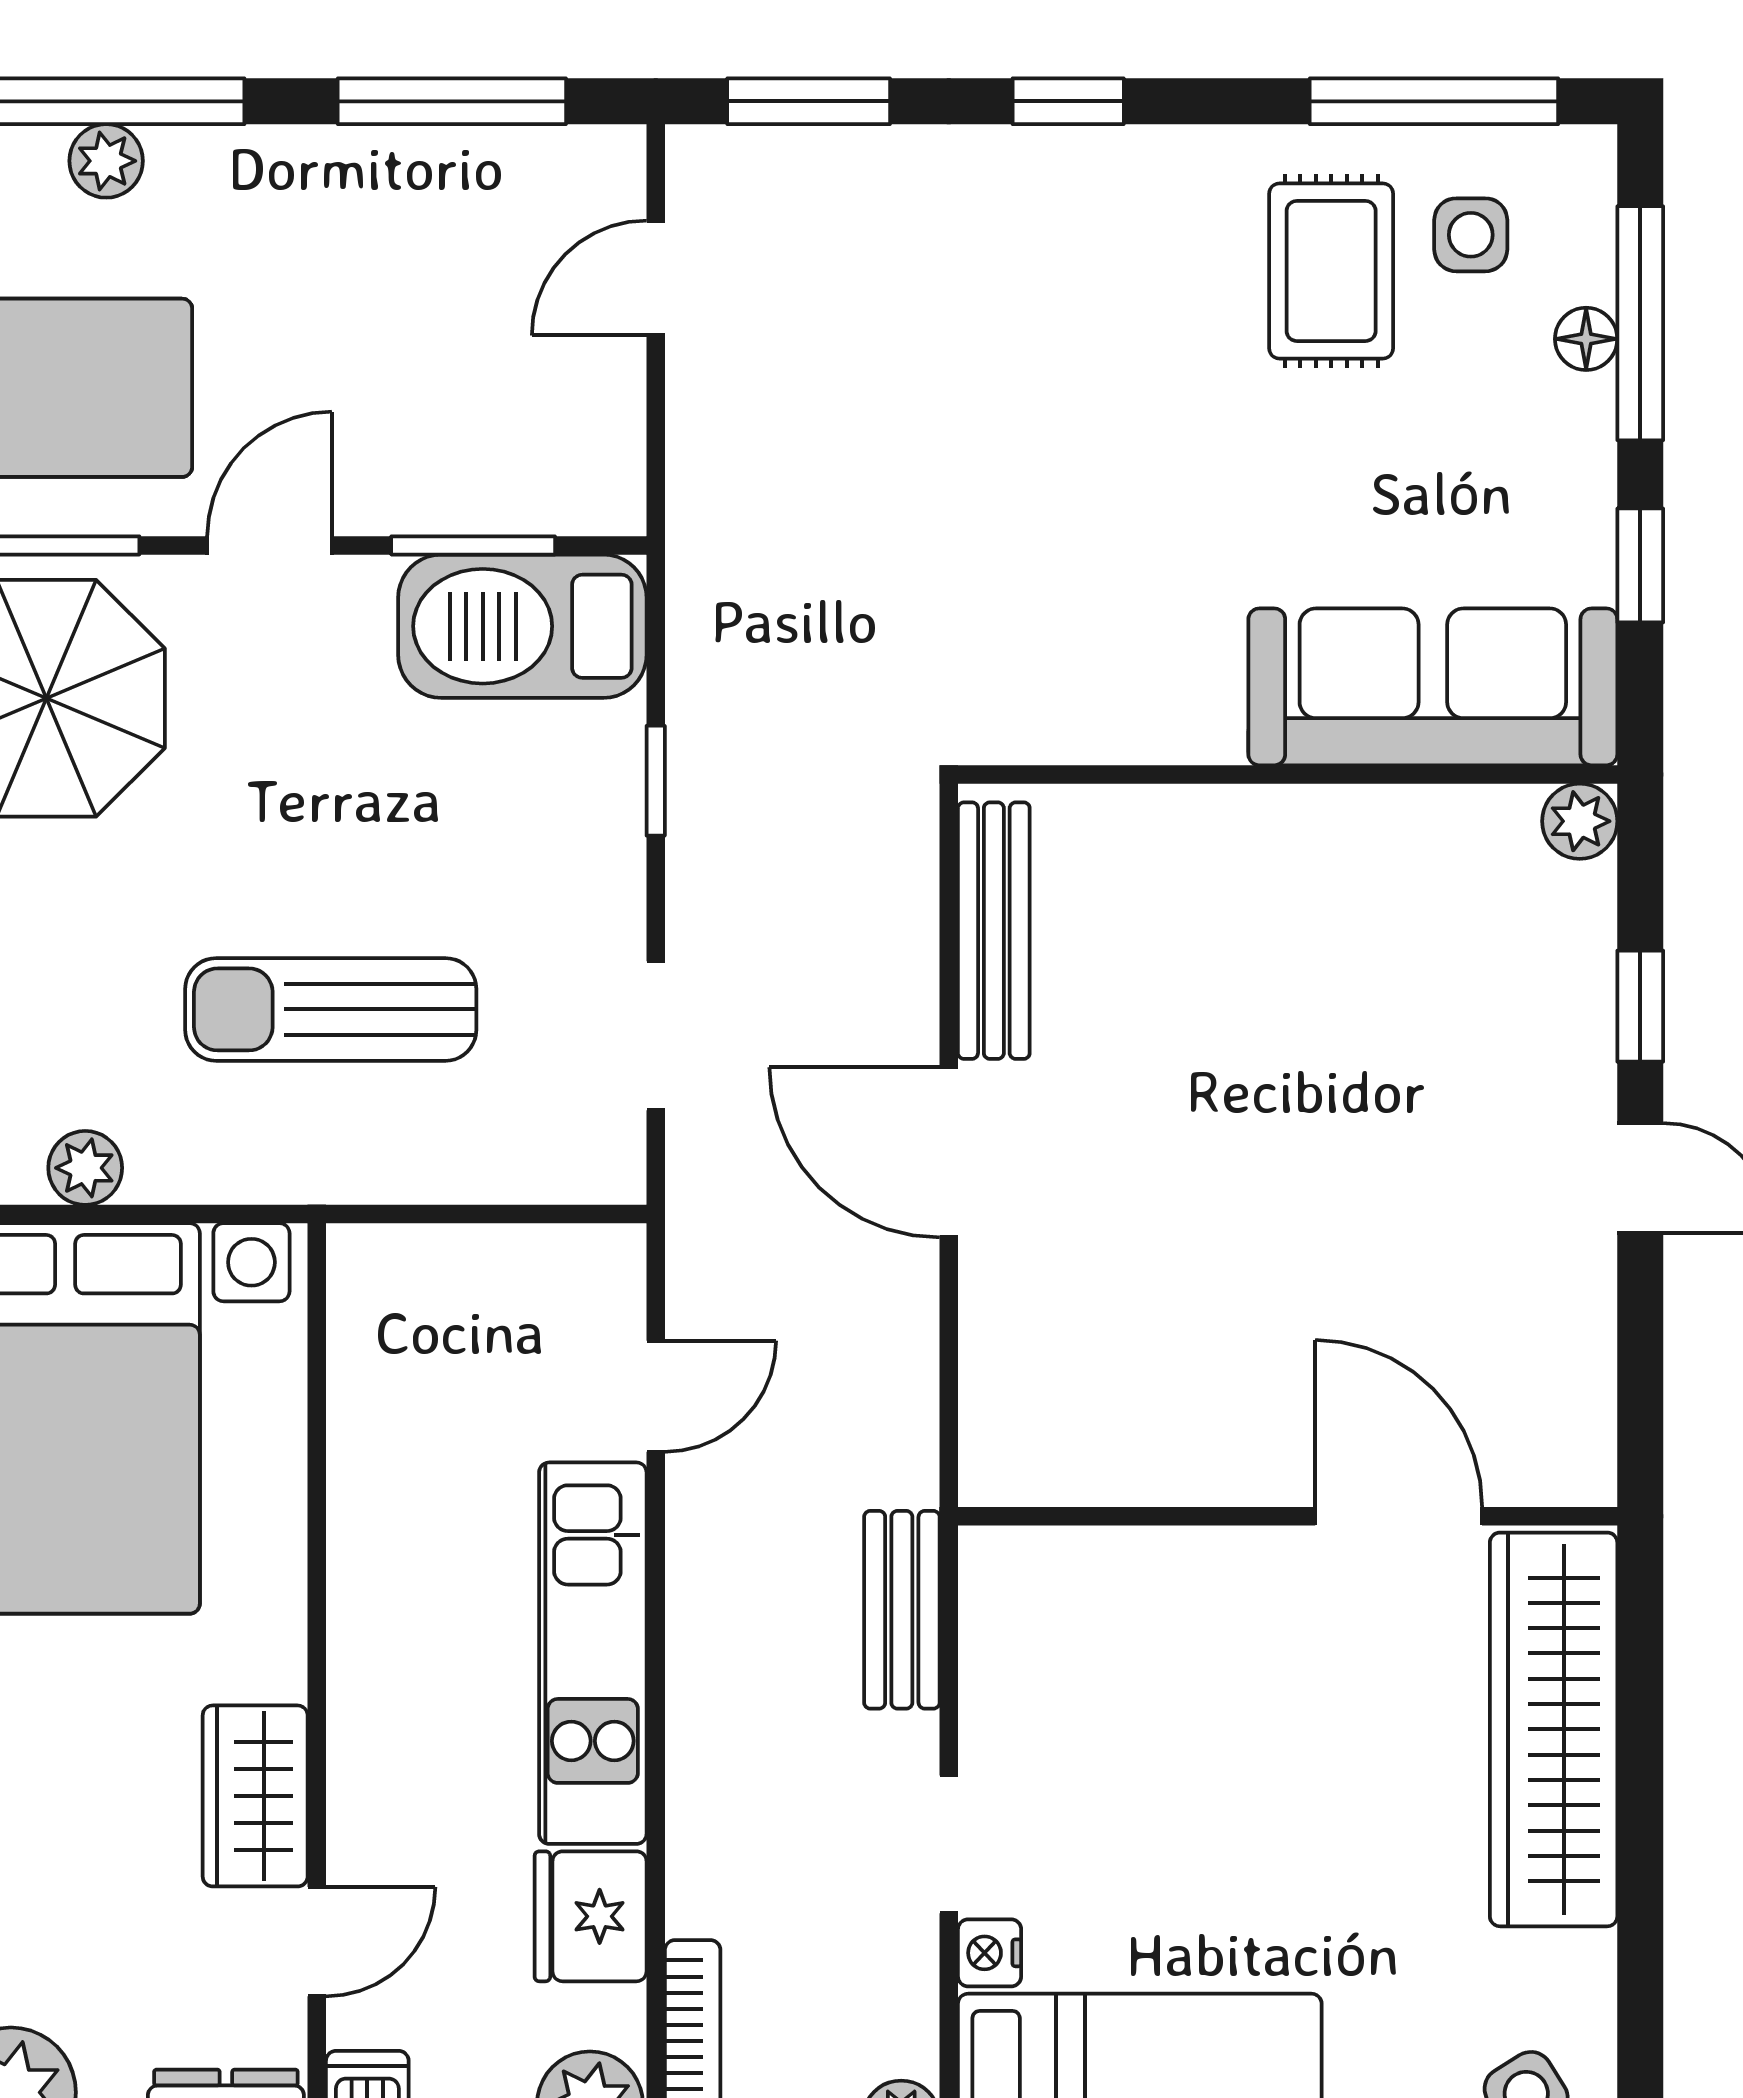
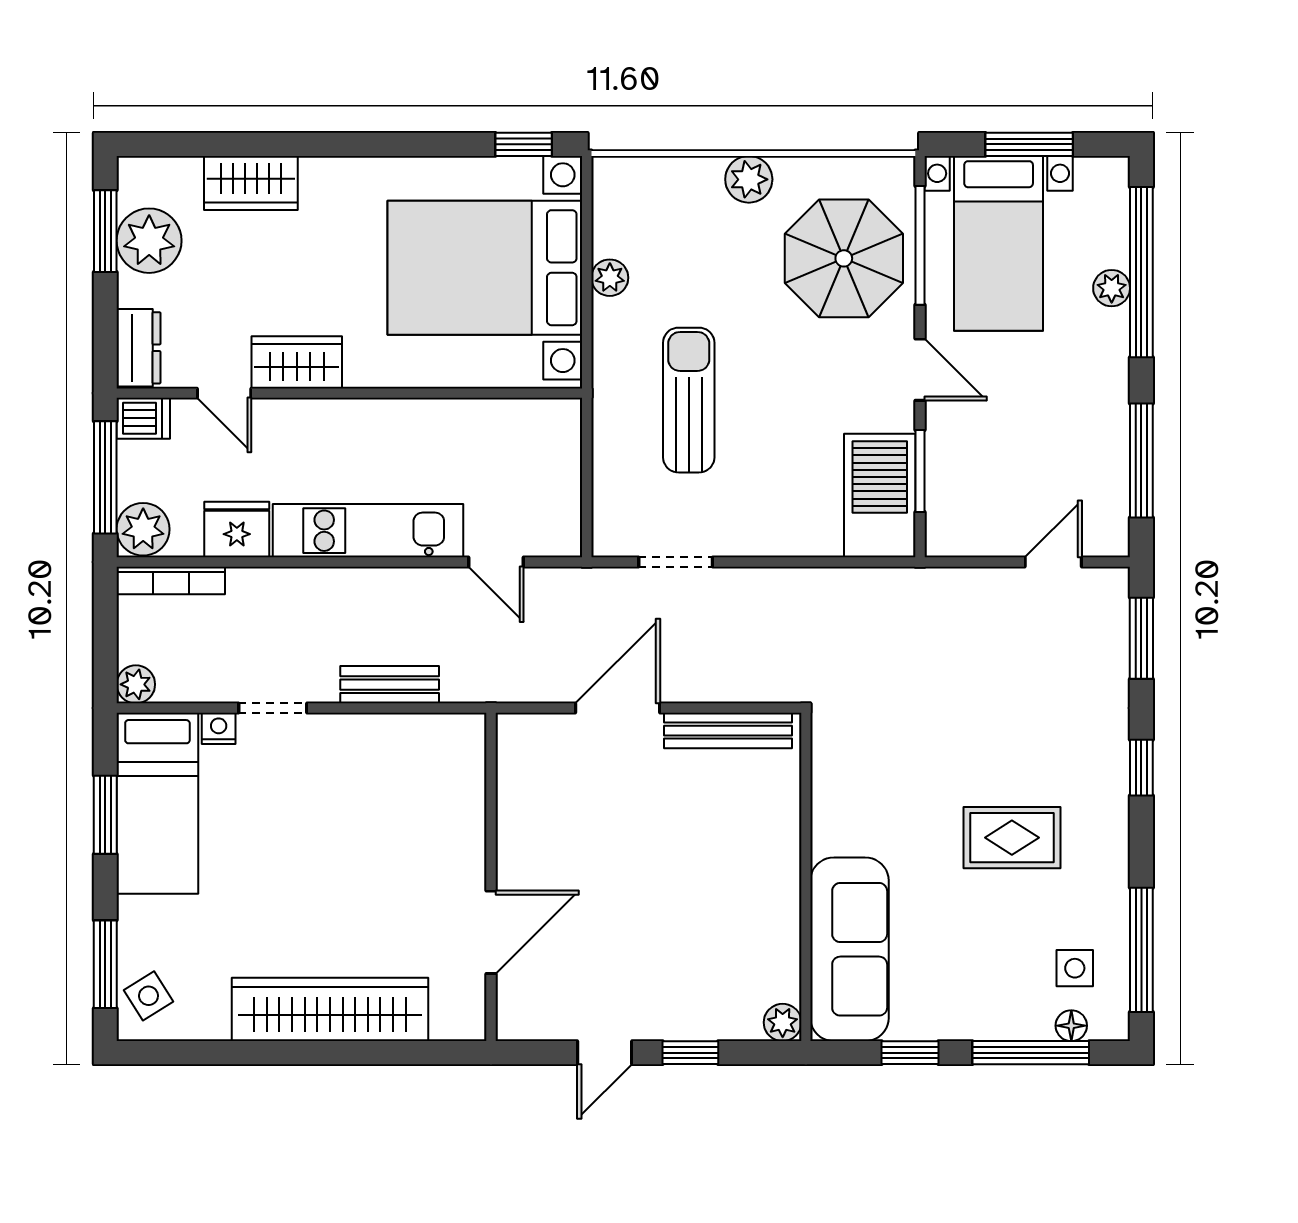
rug: (1331, 271) -> (1012, 838), moved
door: (656, 278) -> (1053, 562), hinge flipped
floor lamp: (1586, 339) -> (1071, 1026), moved
window: (656, 781) -> (803, 562), removed
wall: (1288, 1516) -> (491, 877), moved
door: (1399, 1516) -> (491, 932), moved

